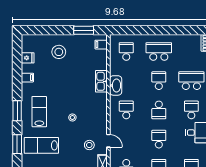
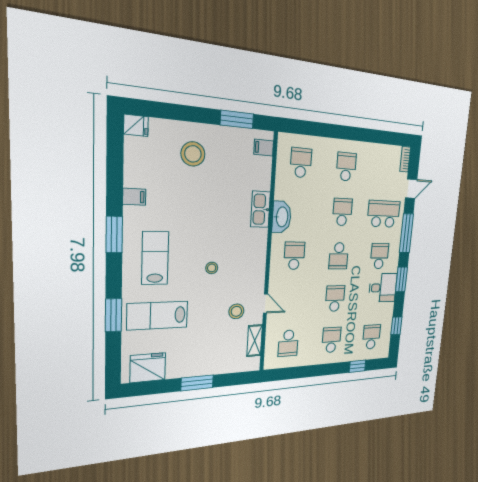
school desk: (159, 51) -> (346, 167), width x0.54
fridge: (28, 58) -> (136, 125), moved
window: (17, 111) -> (114, 235), moved

